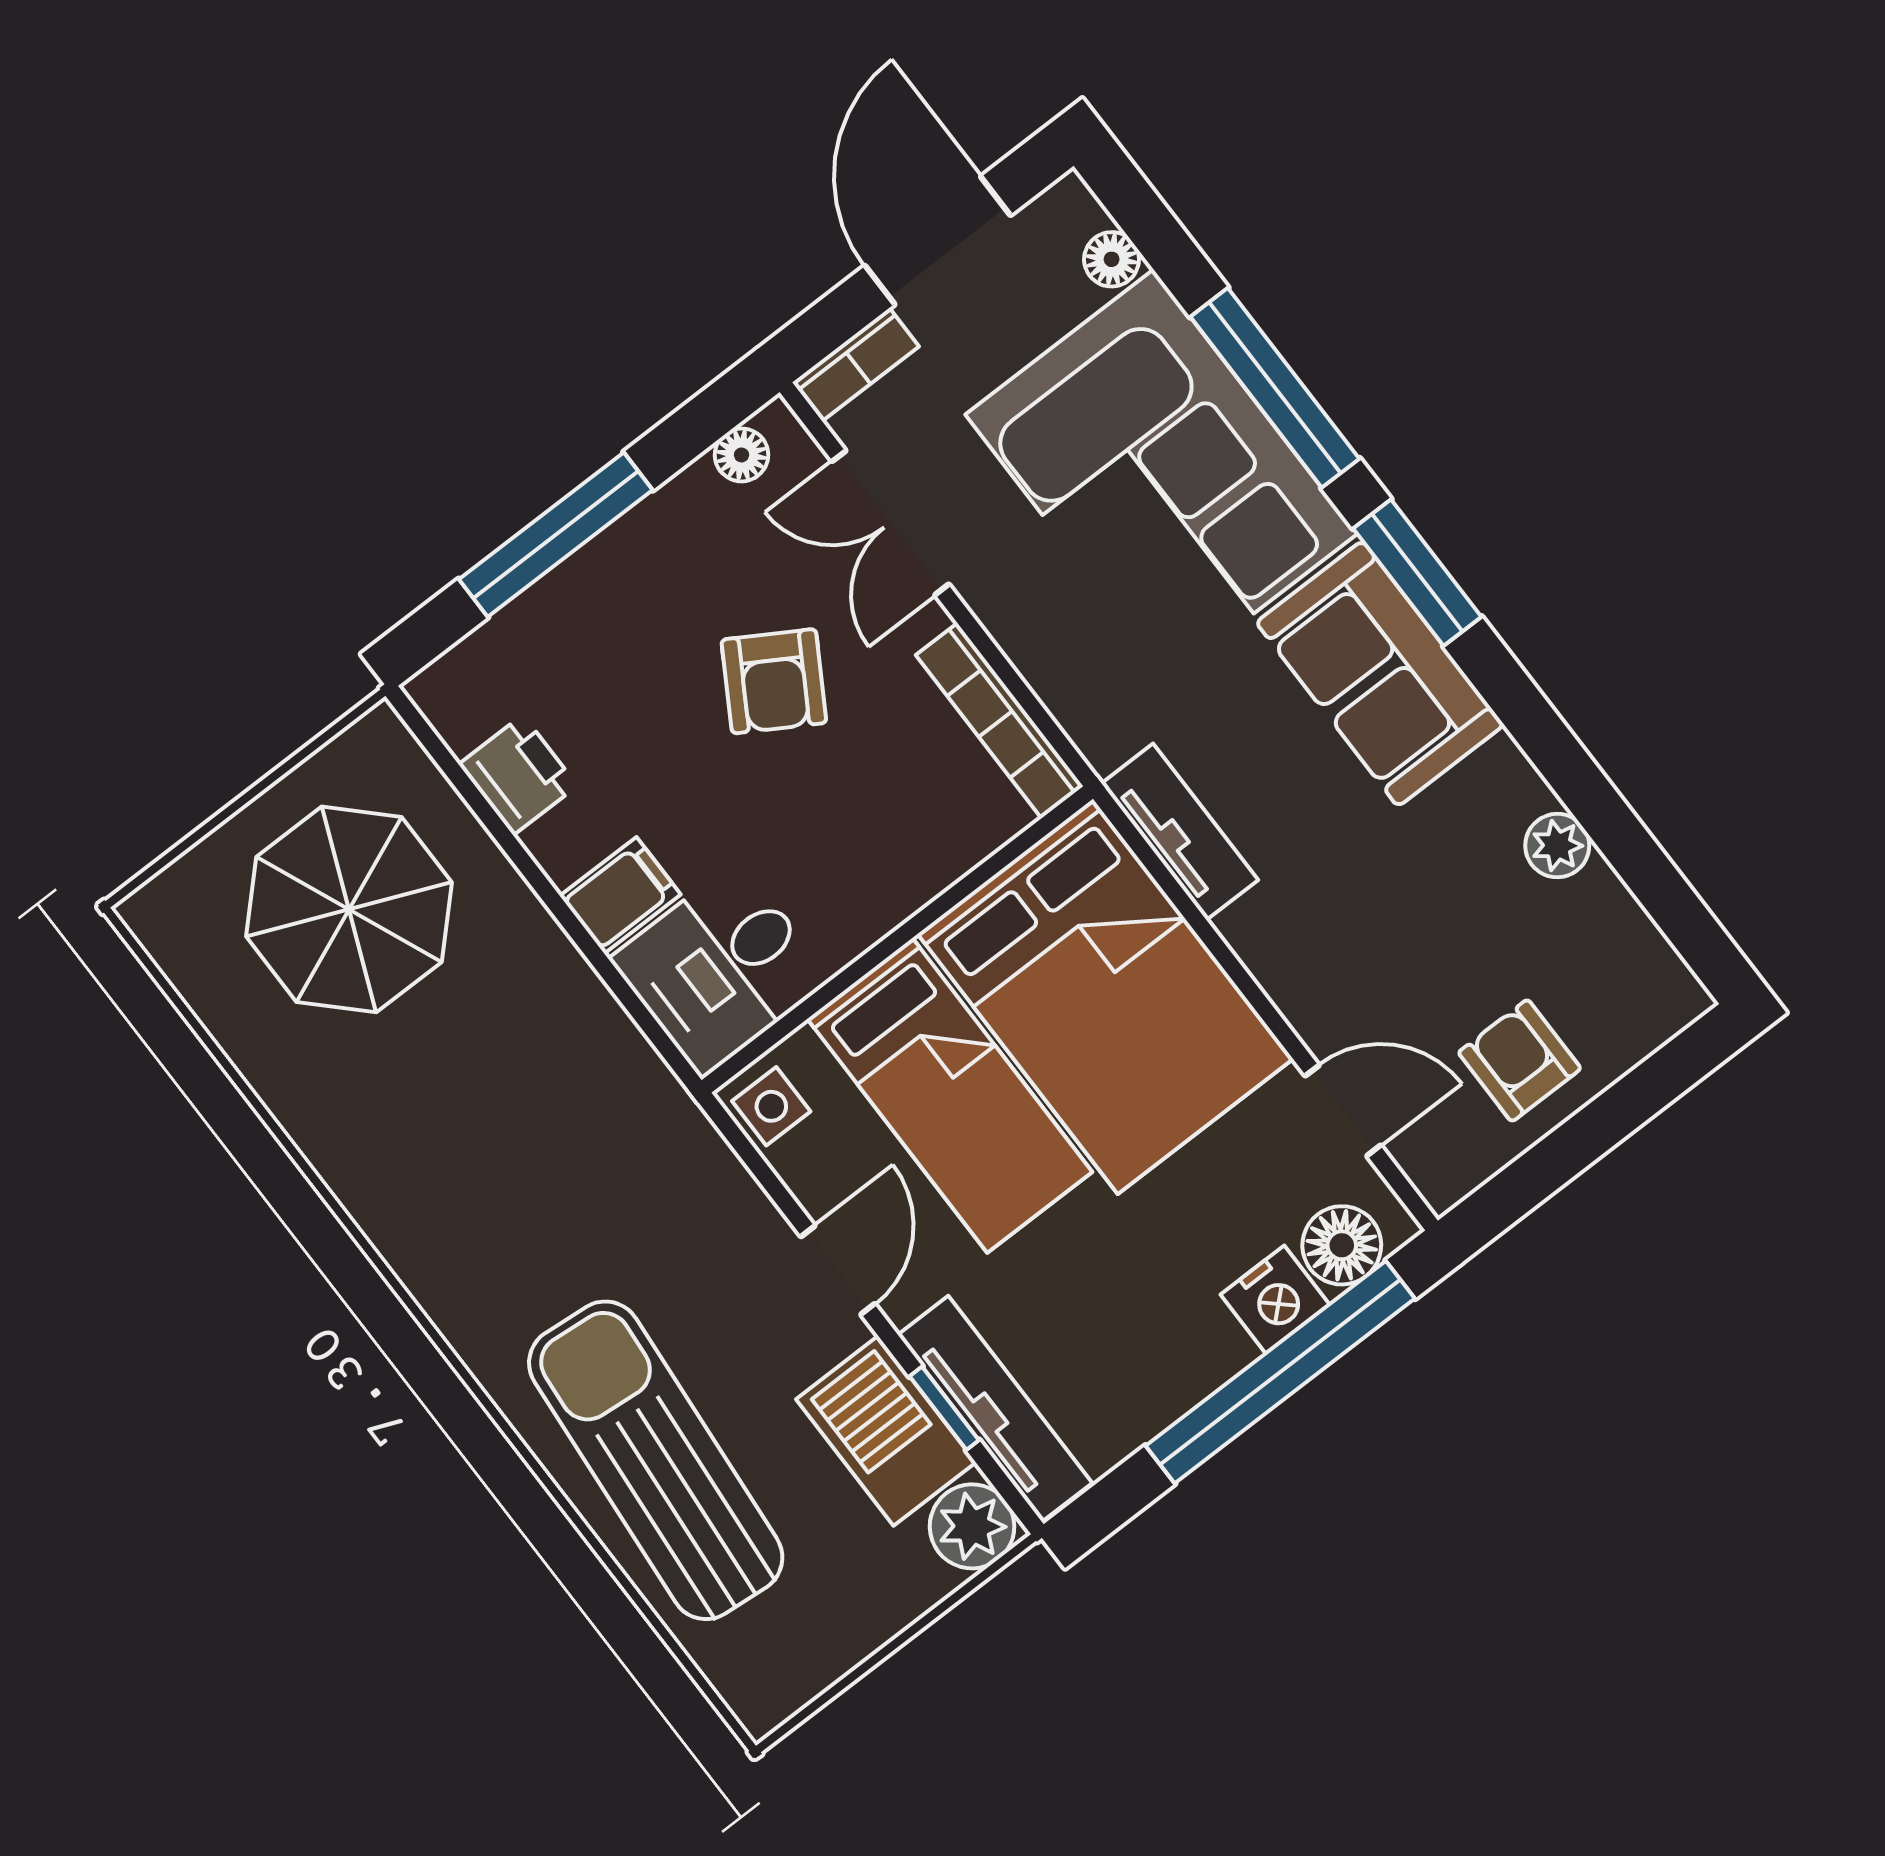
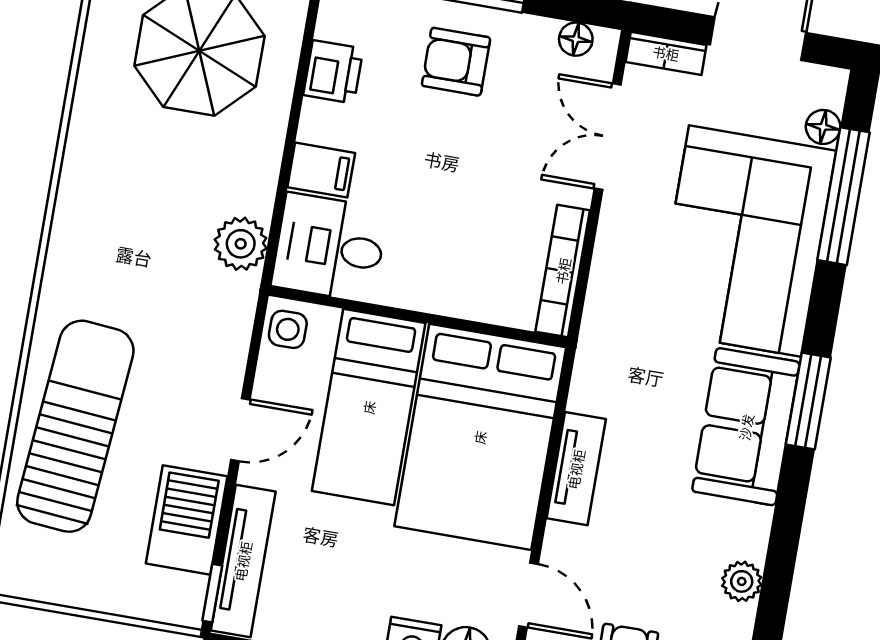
window: (1275, 388) -> (844, 196), moved
armchair: (774, 681) -> (456, 62), moved, turned 59
tv unit: (1180, 832) -> (576, 469), moved
window: (944, 1408) -> (212, 593), moved
plant: (972, 1526) -> (241, 244), moved

